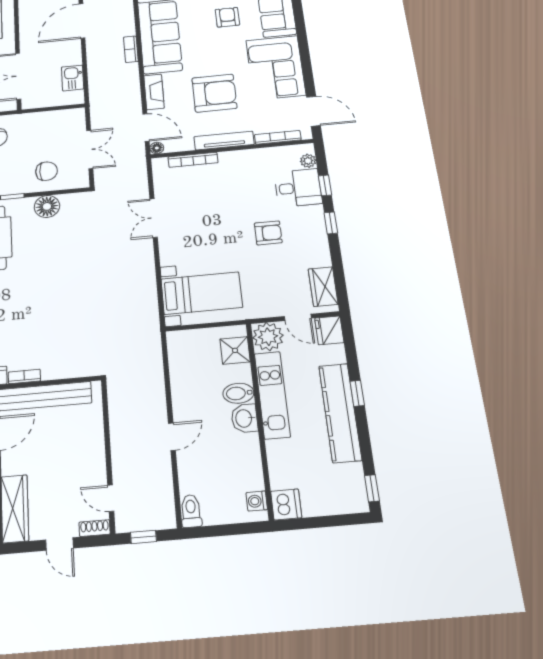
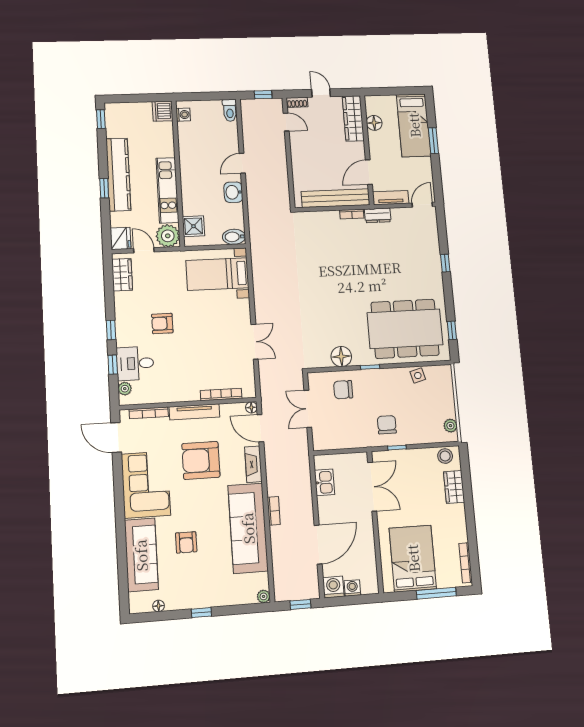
bidet: (238, 393) -> (234, 237), moved, turned 180
washbasin: (244, 418) -> (233, 192), moved, turned 180

